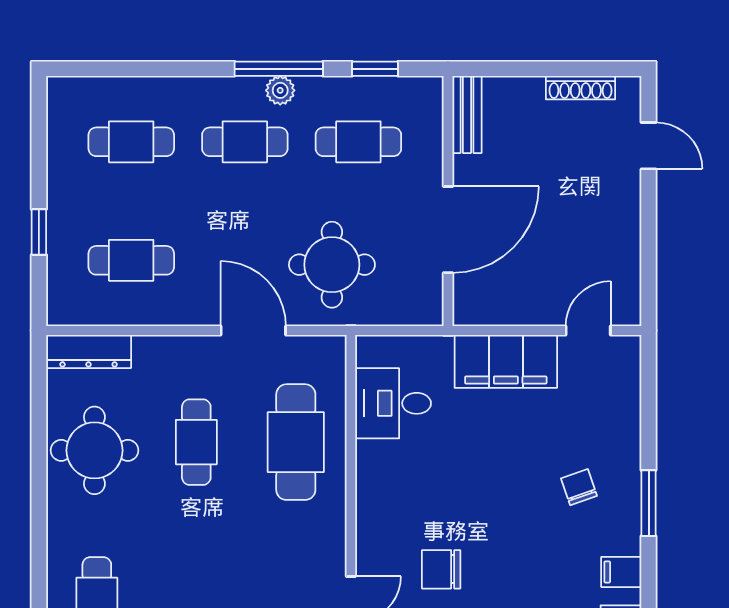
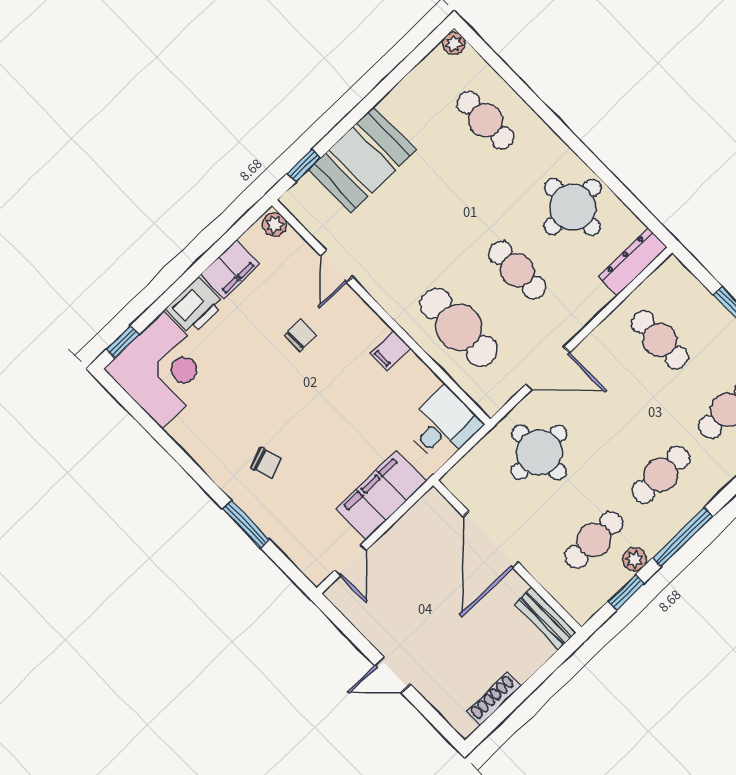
plant: (280, 90) -> (635, 559), moved
door: (649, 146) -> (393, 675), moved
cafe table: (131, 260) -> (660, 340), turned 90
desk: (393, 403) -> (443, 425), moved
window: (649, 503) -> (246, 524), moved
chair: (441, 569) -> (300, 335), width x0.73, depth x0.73
filing cabinet: (621, 572) -> (390, 350), moved, turned 180

